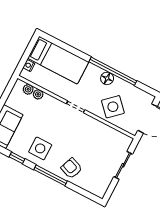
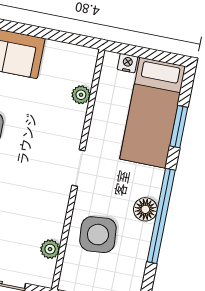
window: (69, 49) -> (179, 127), added
plant: (28, 89) -> (50, 249), moved
side table: (113, 107) -> (98, 235), turned 38

